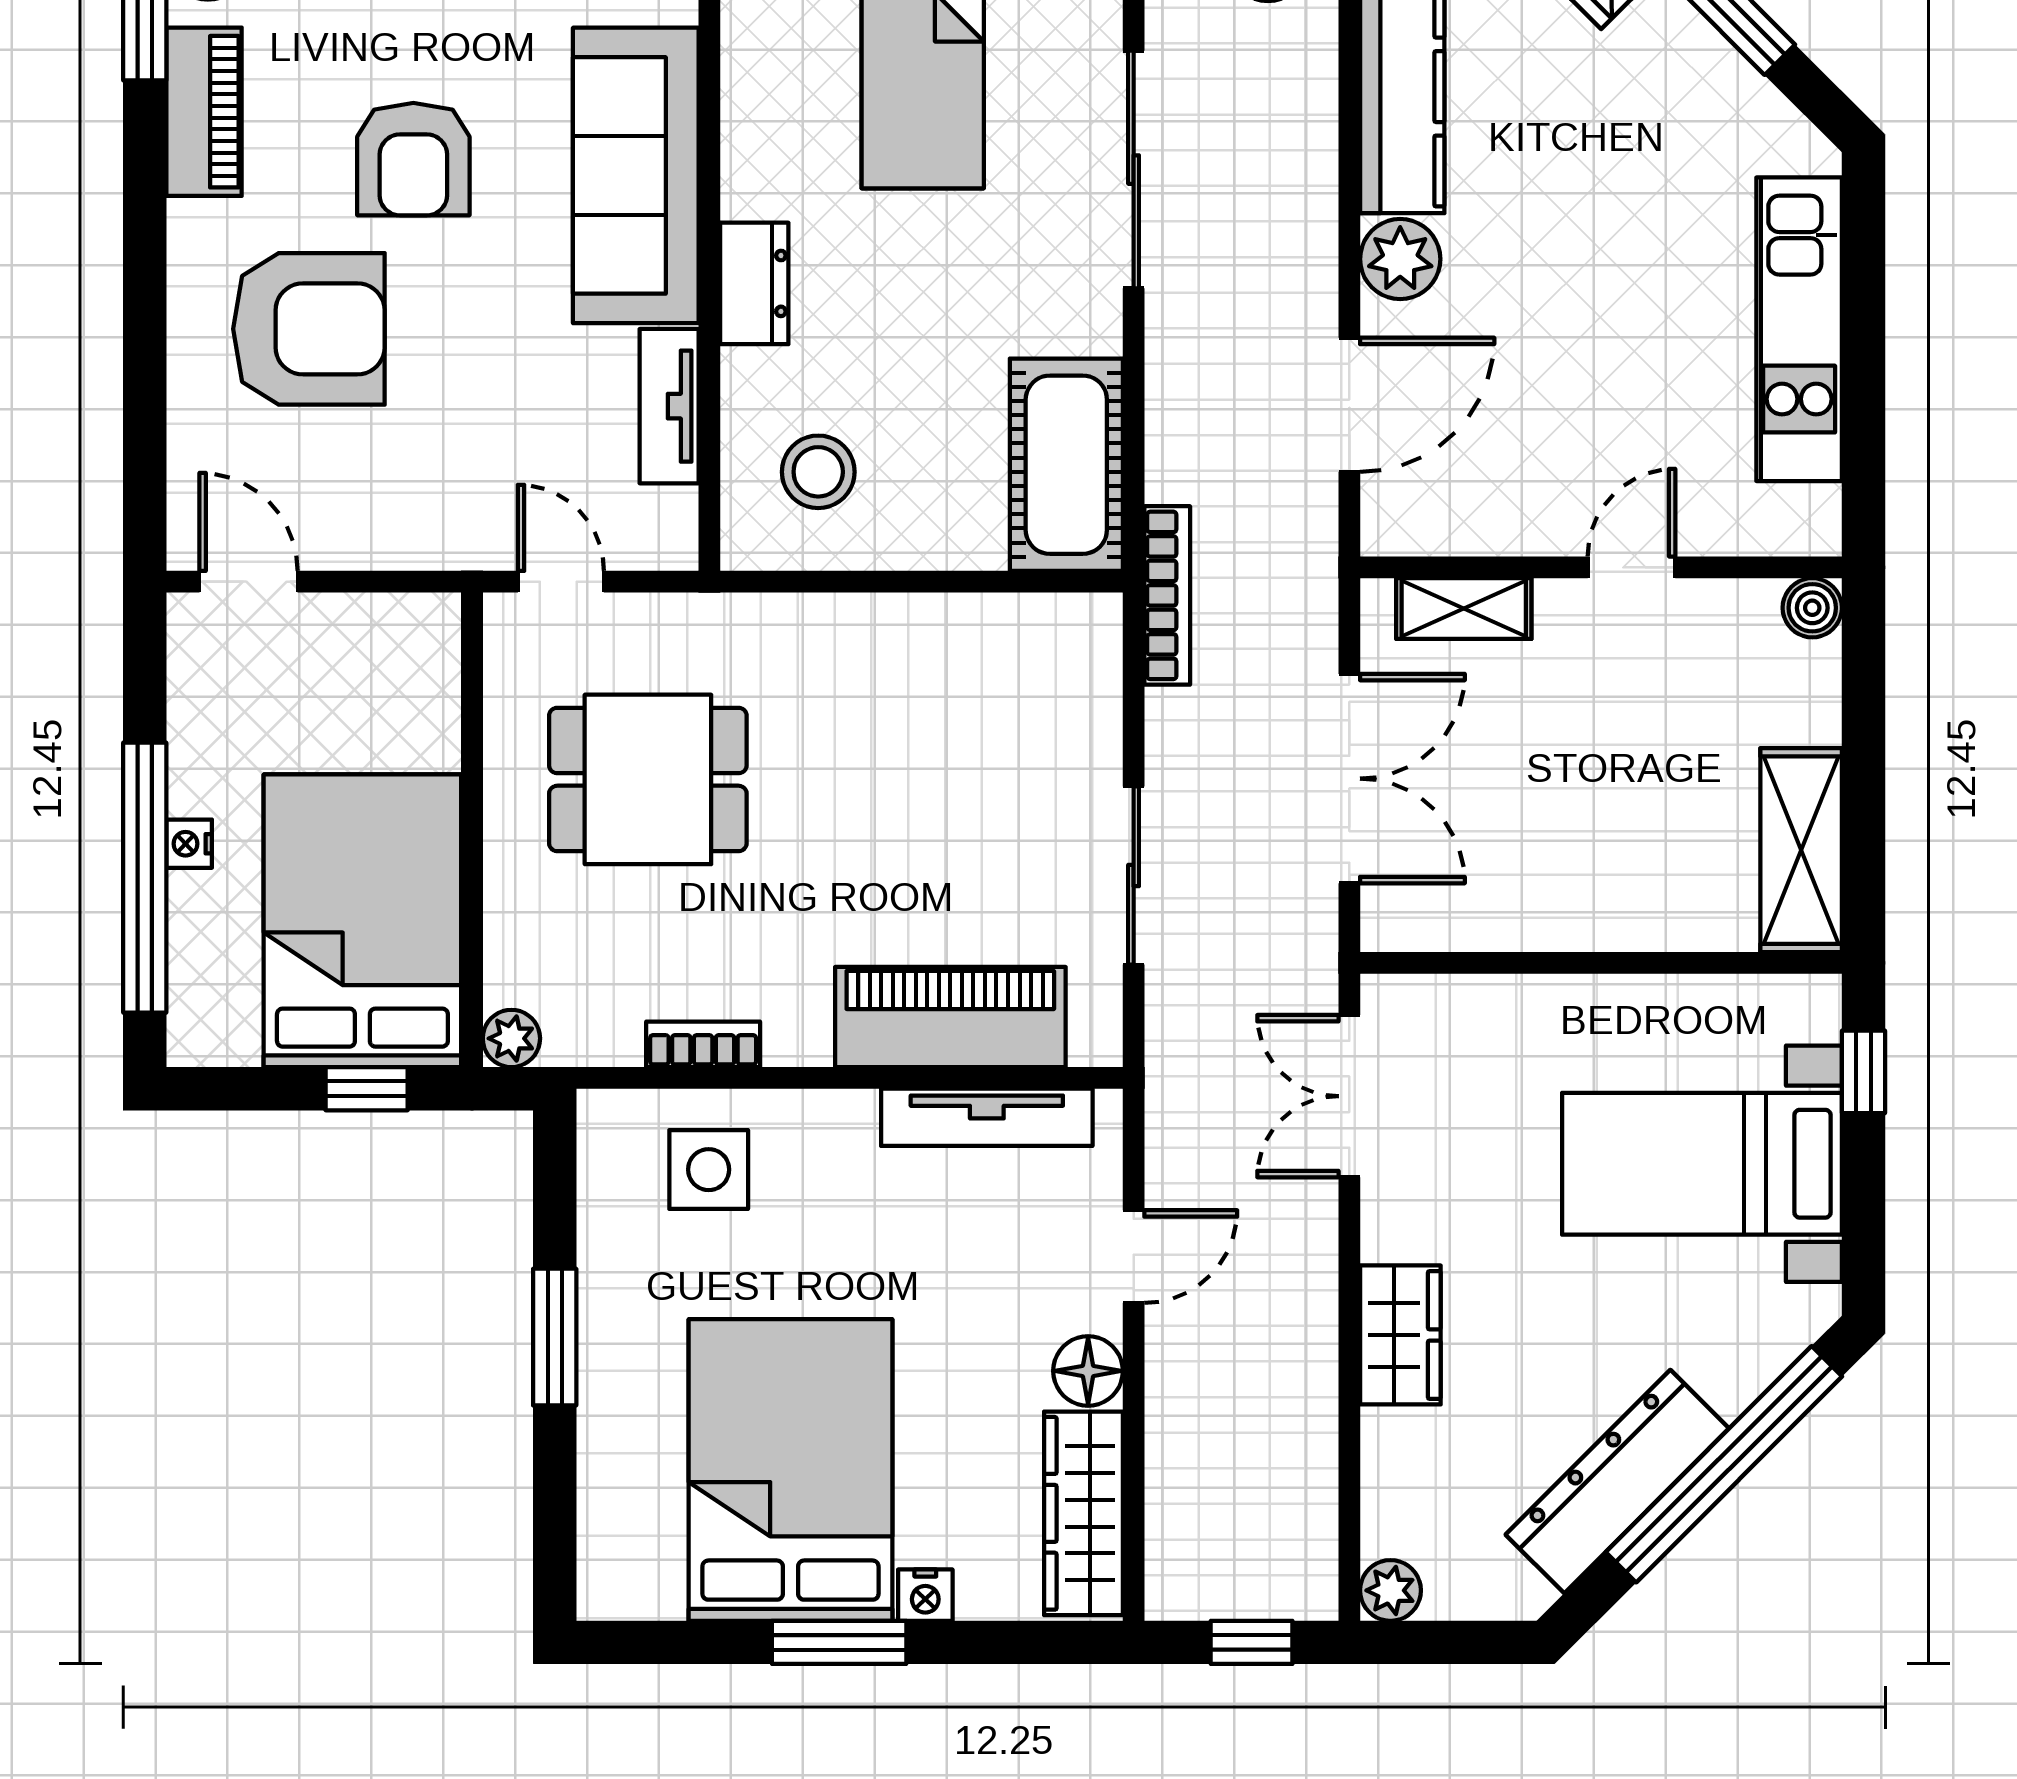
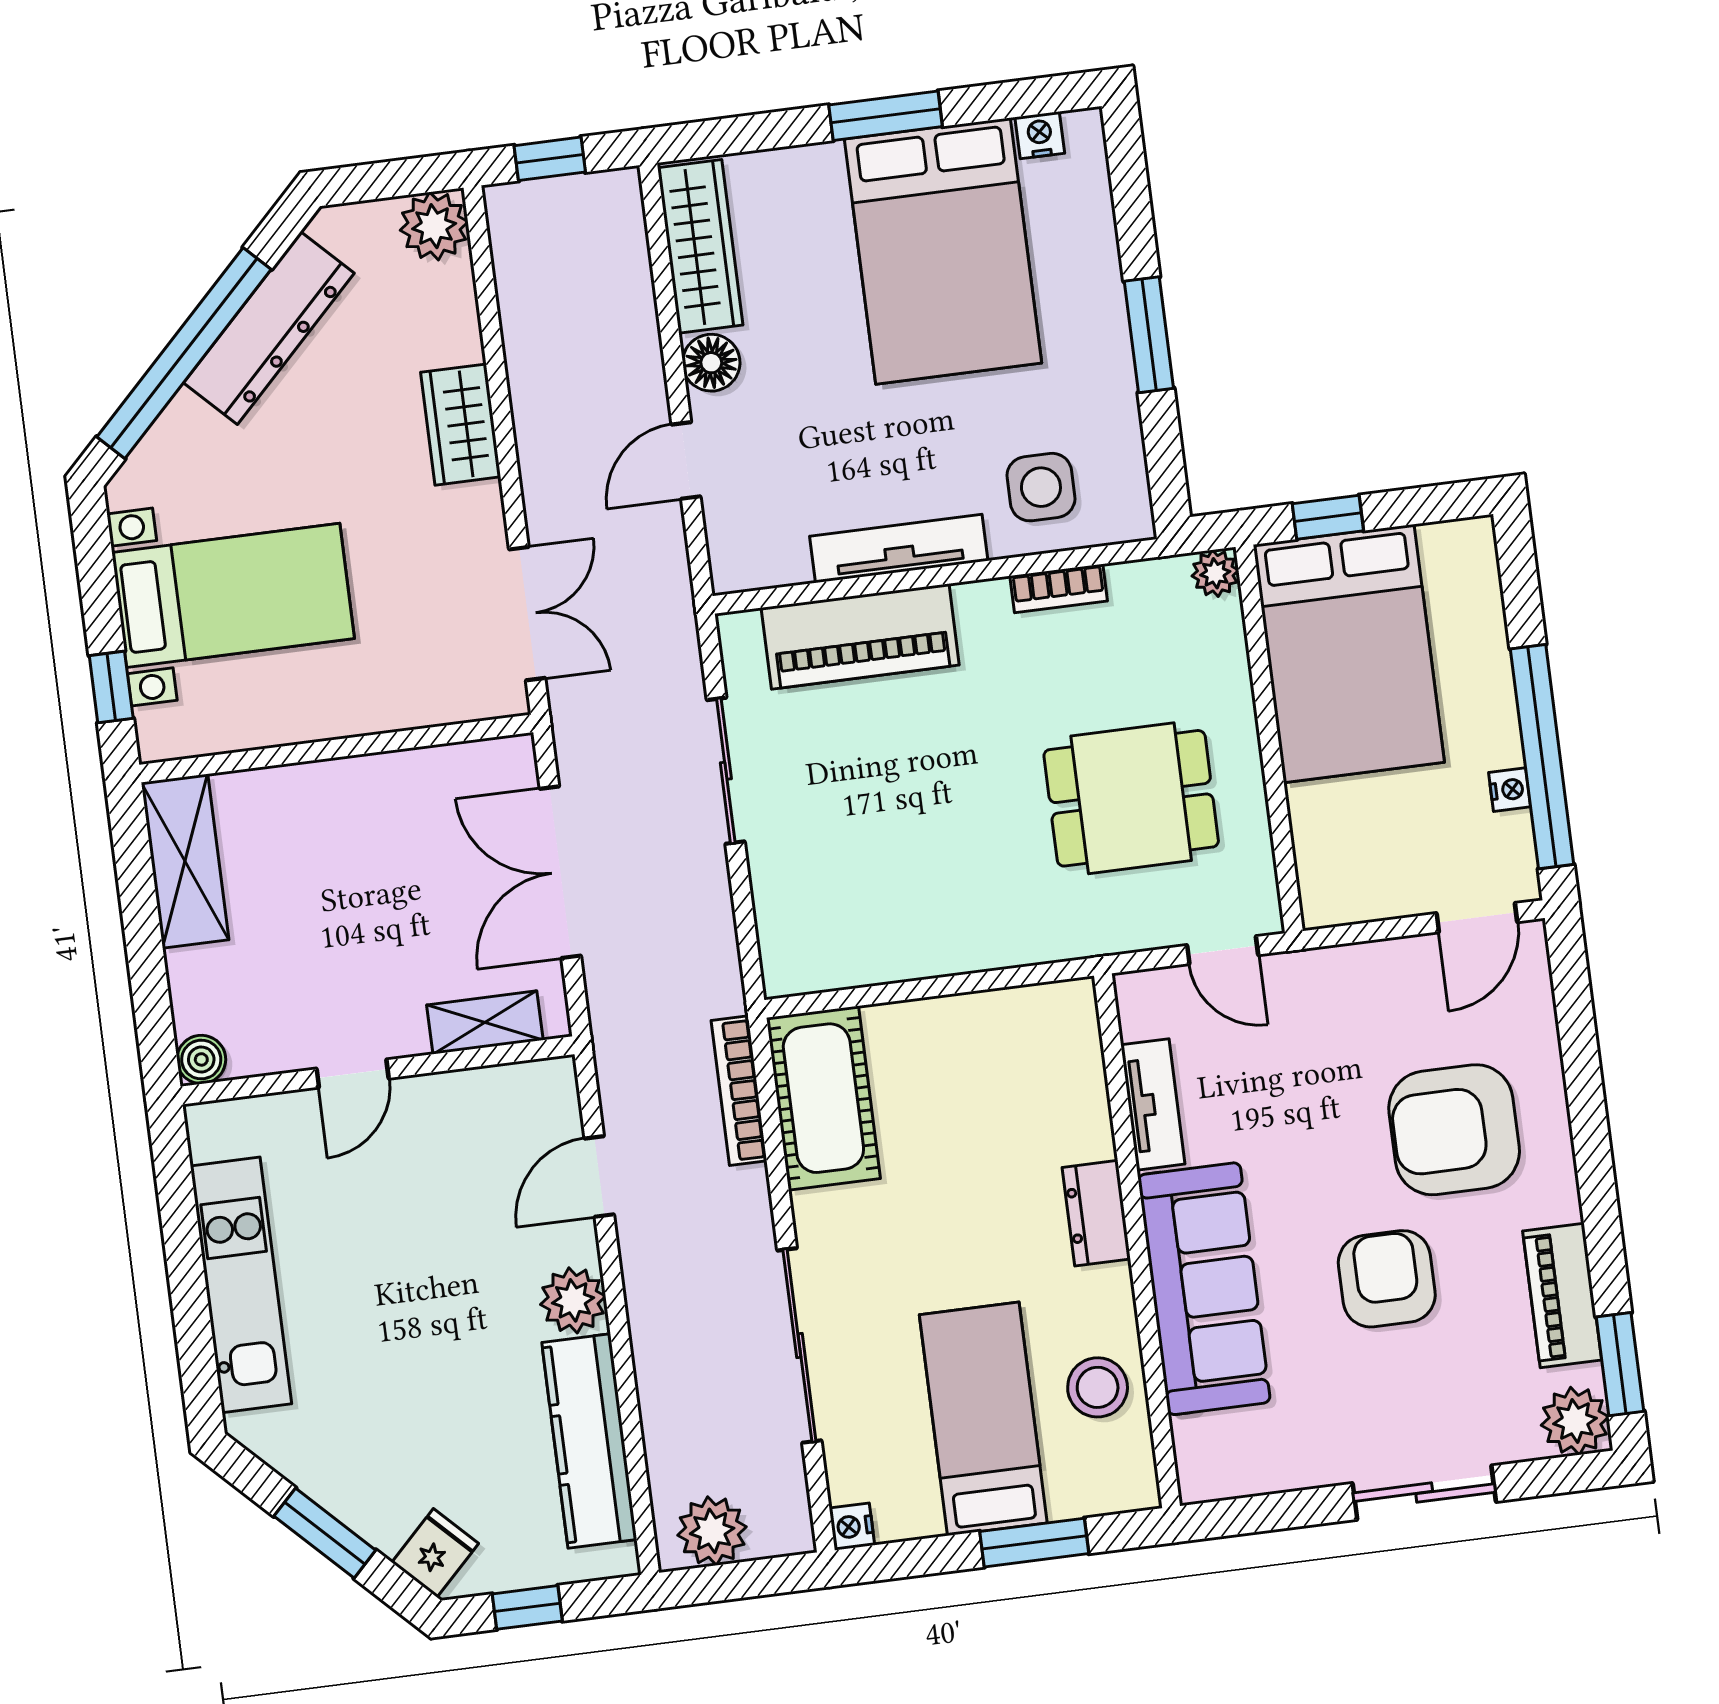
door: (1349, 405) -> (599, 1176), width x0.73
stool: (818, 472) -> (1098, 1387), moved
door: (248, 582) -> (1477, 918), hinge flipped
bookcase: (1167, 595) -> (739, 1091), moved
nightstand: (189, 844) -> (1510, 790), moved
window: (145, 878) -> (1542, 757), moved
tv unit: (987, 1117) -> (899, 549), moved
plant: (1390, 1590) -> (434, 226), width x1.38, depth x1.38
nightstand: (925, 1595) -> (1040, 135), moved

